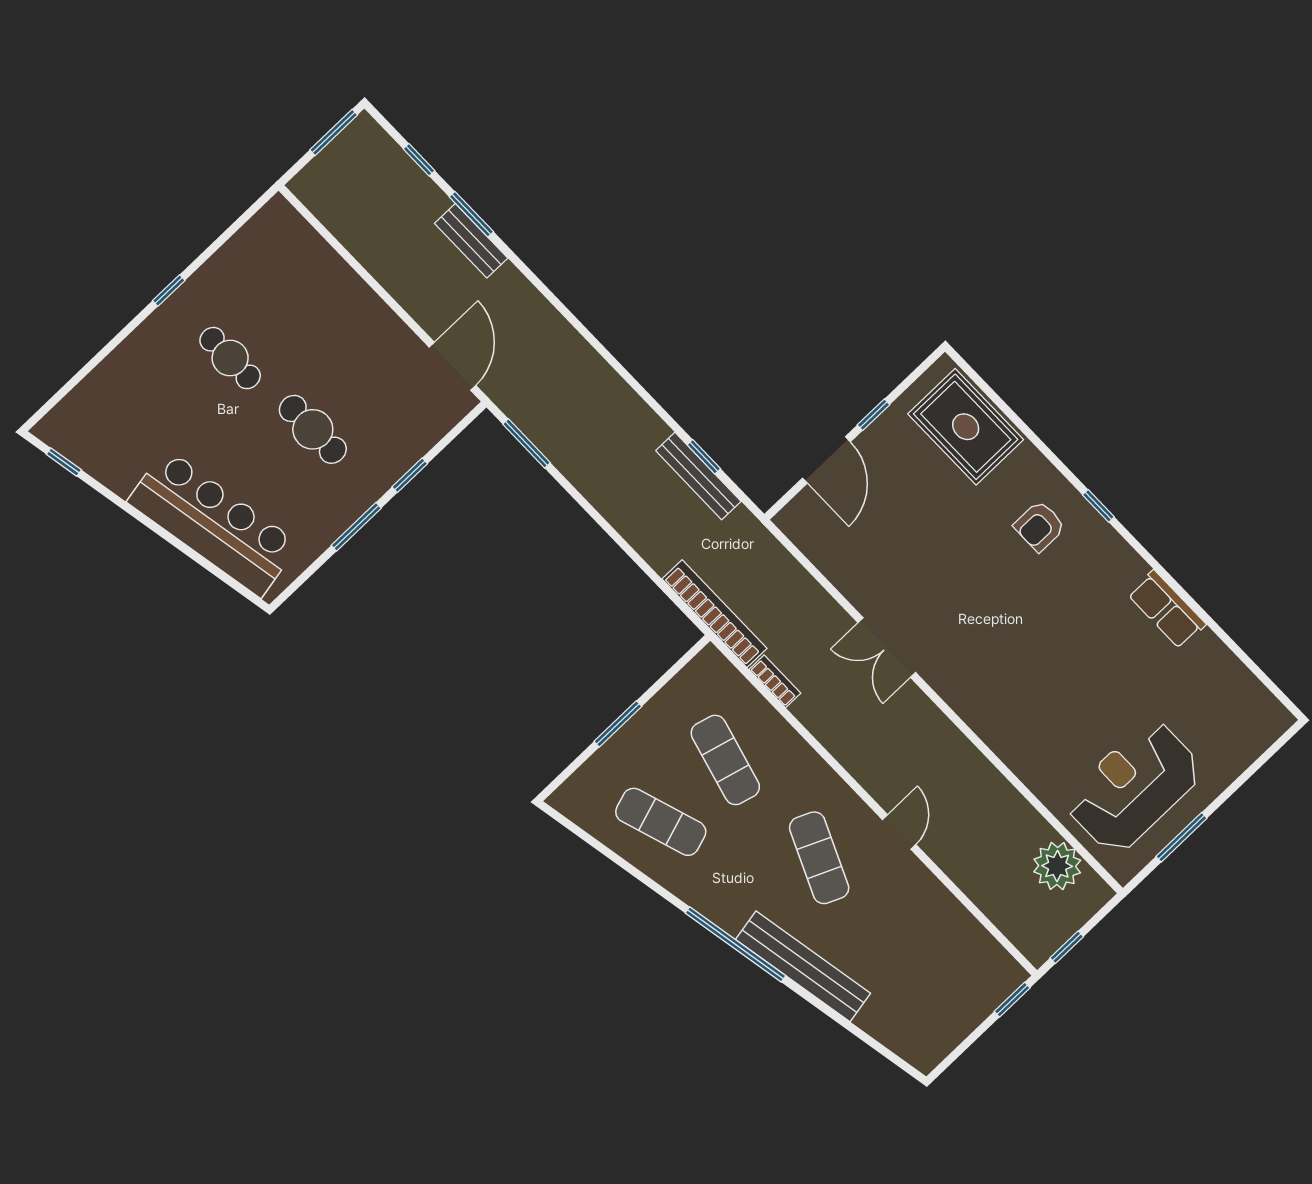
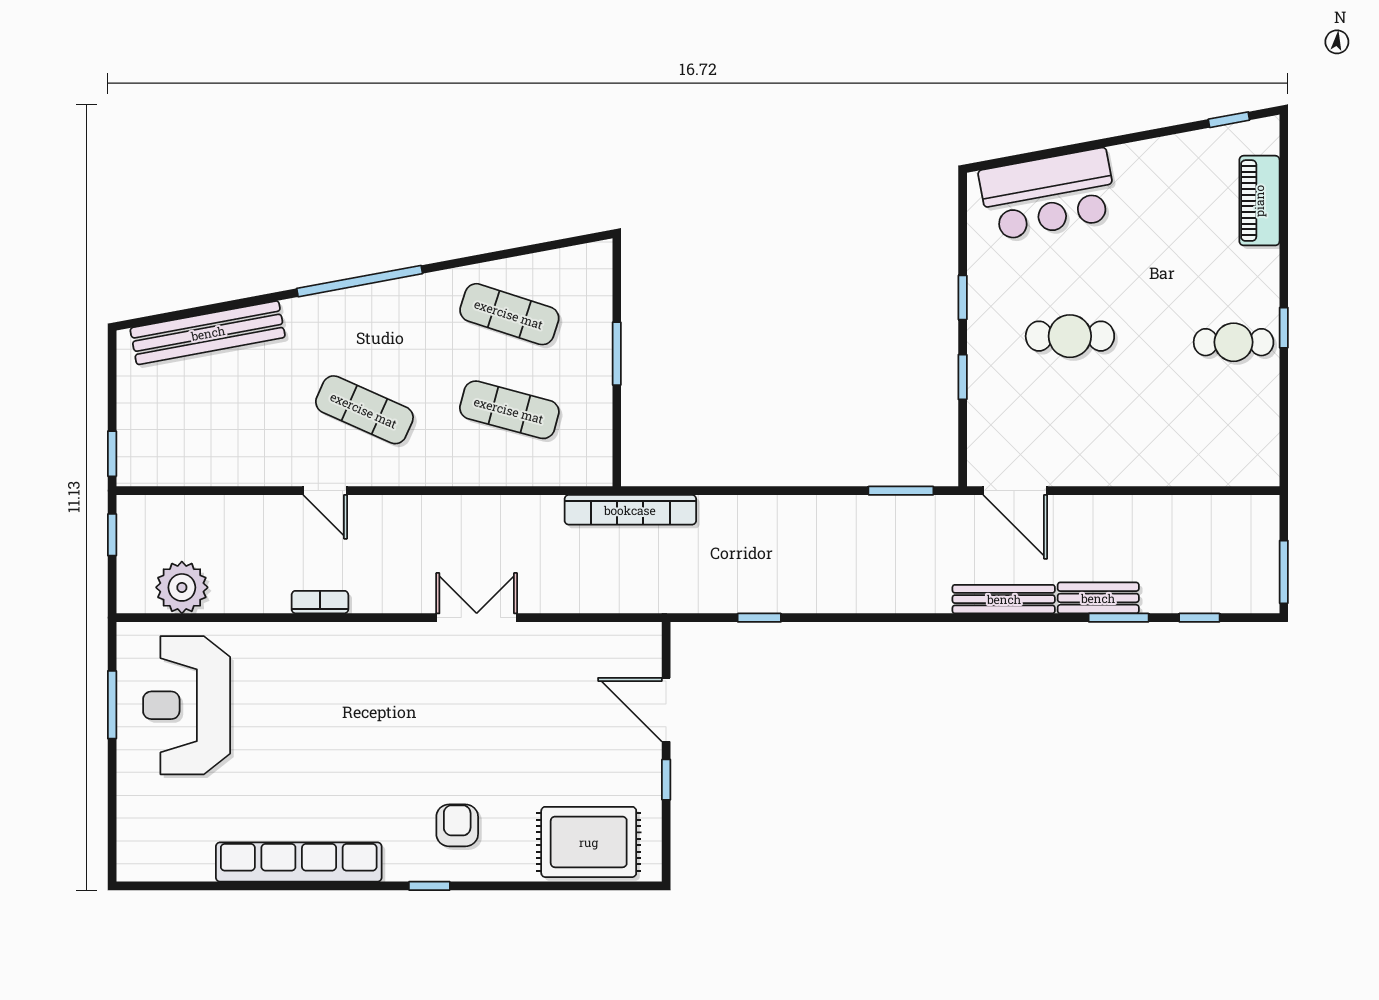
cafe table: (230, 358) -> (1234, 342), moved
piano: (99, 389) -> (1259, 201), added
bench: (698, 476) -> (1004, 599), moved
bar counter: (213, 523) -> (1048, 194), width x0.73
window: (356, 527) -> (963, 297), width x0.67
row of seats: (1167, 609) -> (299, 862), width x2.02
bookcase: (775, 681) -> (320, 602), moved, turned 180
reception desk: (1134, 787) -> (187, 705), turned 180
exercise mat: (661, 822) -> (509, 314), turned 36
bench: (803, 966) -> (208, 333), moved

